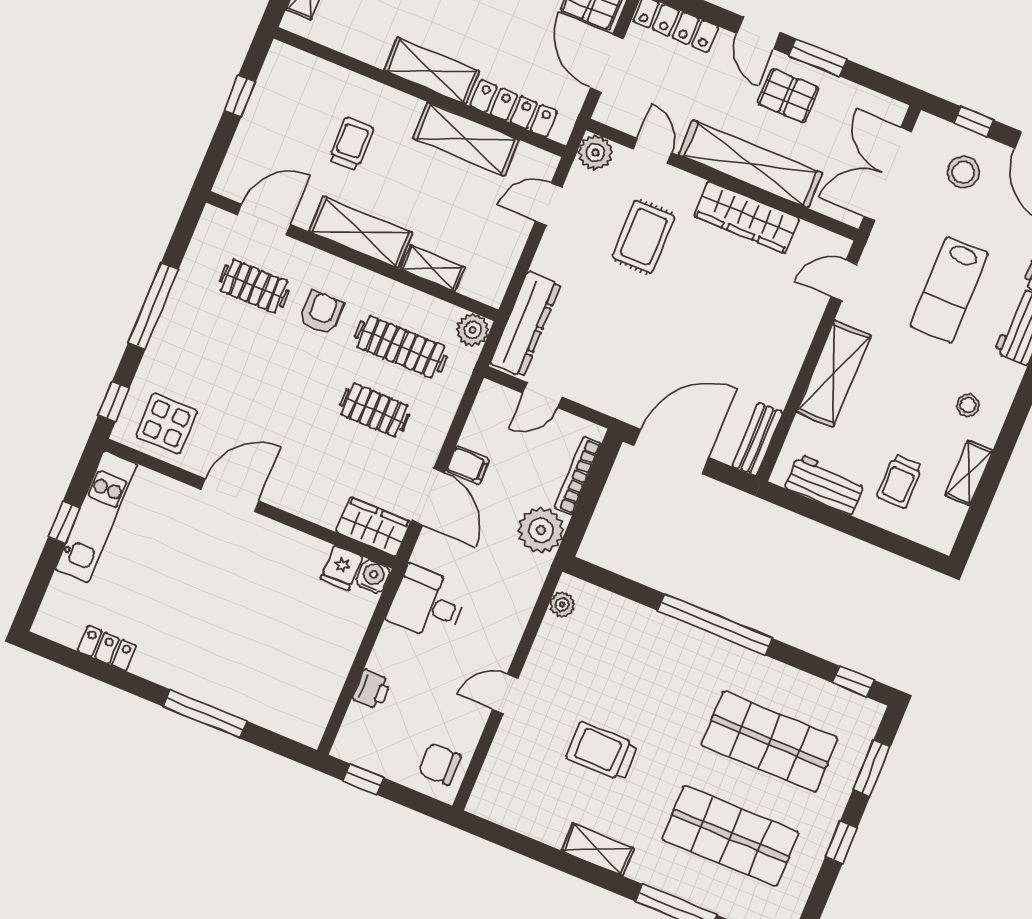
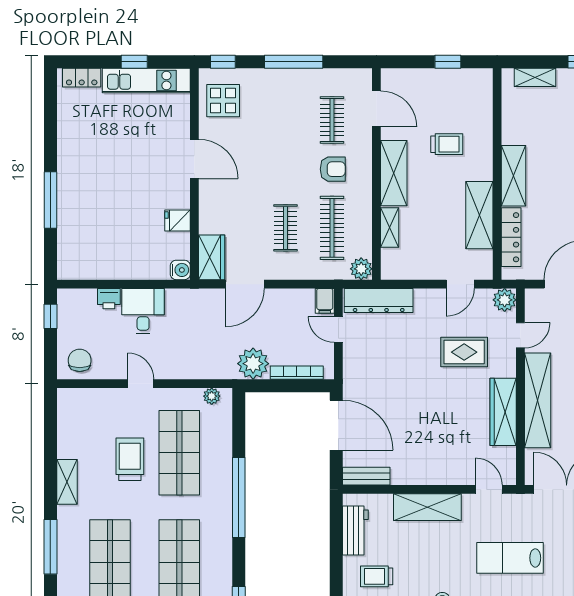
door: (549, 204) -> (460, 284), swing flipped
filing cabinet: (468, 465) -> (325, 301), moved
fridge: (341, 568) -> (178, 221), moved
desk: (427, 604) -> (143, 311), moved
locker: (107, 648) -> (82, 78), moved, turned 90
shop shelf: (621, 680) -> (179, 453), added

